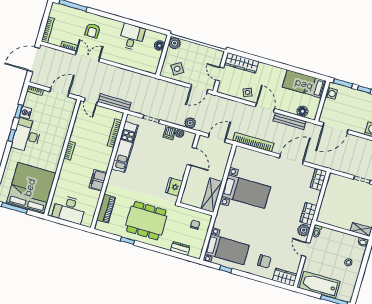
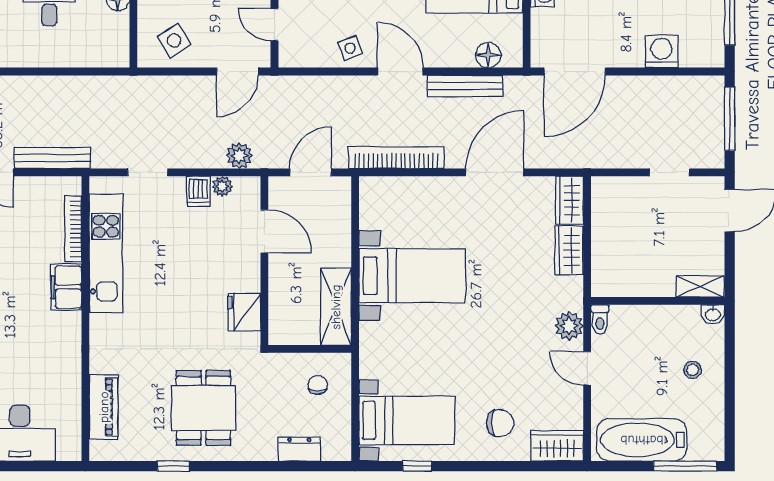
filing cabinet: (98, 180) -> (66, 287), moved
wardrobe: (308, 214) -> (569, 250), moved
dining table: (146, 221) -> (204, 408), width x0.73

